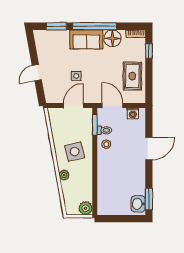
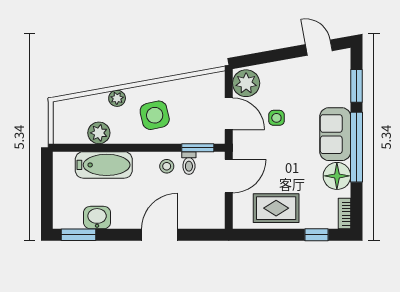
door: (37, 73) -> (319, 48), moved
plant: (55, 95) -> (246, 83), added
washing machine: (133, 113) -> (216, 209), removed
door: (149, 149) -> (160, 235), swing flipped
bathtub: (105, 183) -> (104, 165), added
washbasin: (138, 204) -> (97, 218), moved
plant: (86, 208) -> (99, 133), moved

